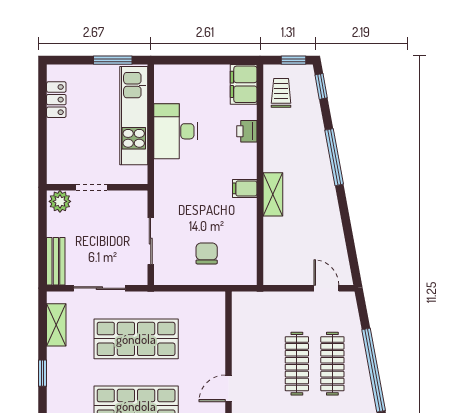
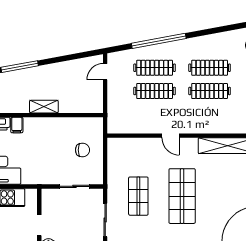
filing cabinet: (245, 188) -> (17, 125), moved
chair: (207, 253) -> (82, 150), turned 180
shop shelf: (136, 339) -> (138, 196), width x0.70, depth x0.74

